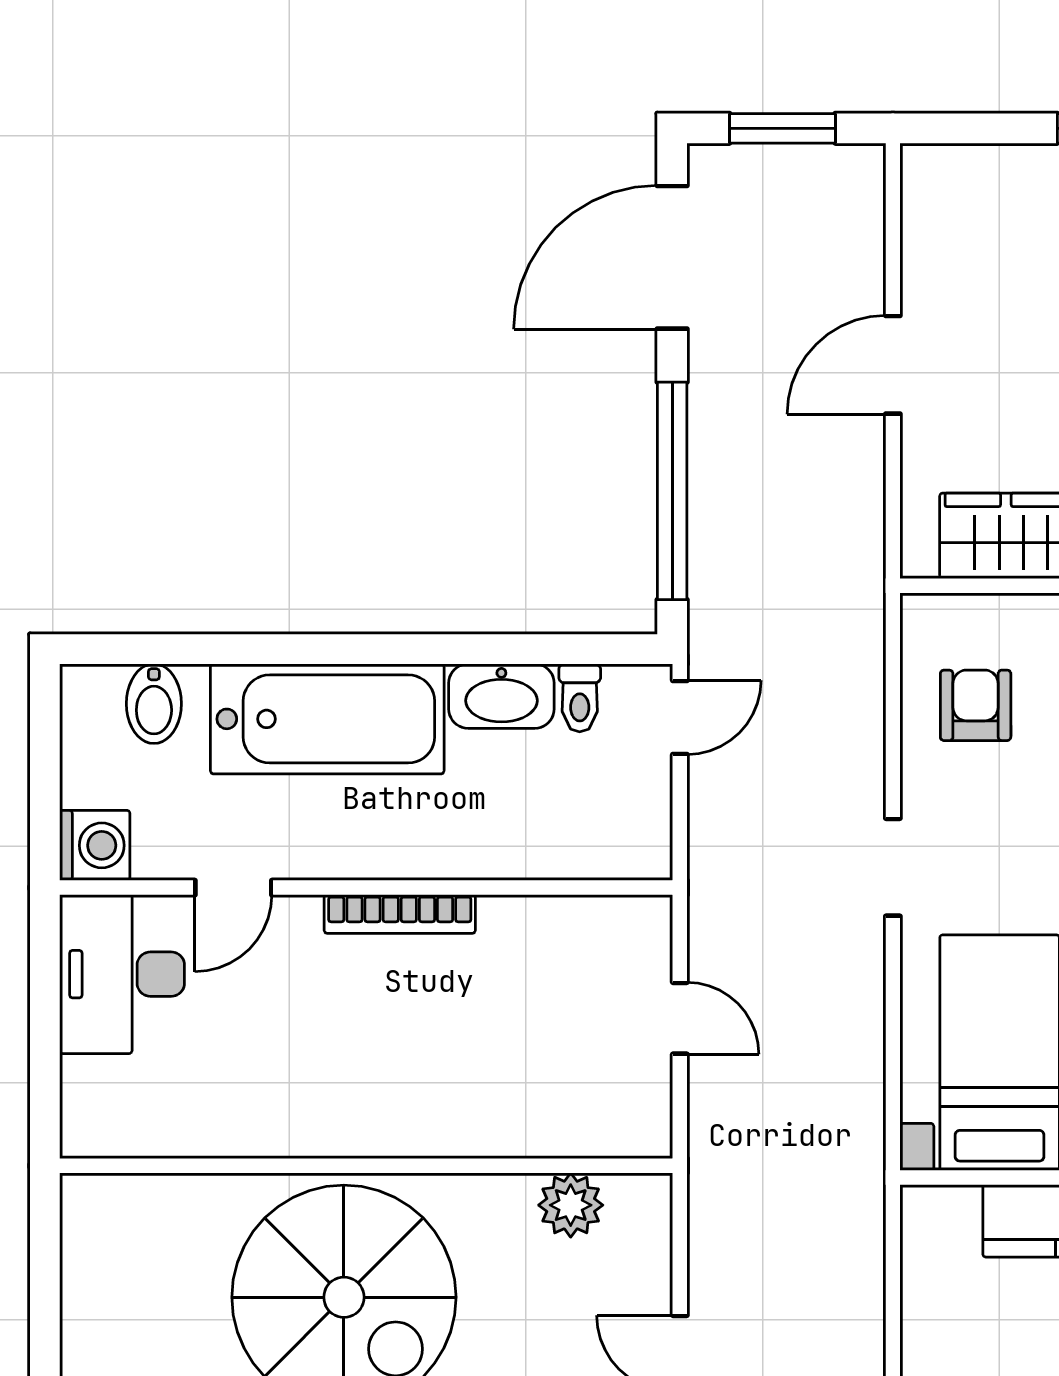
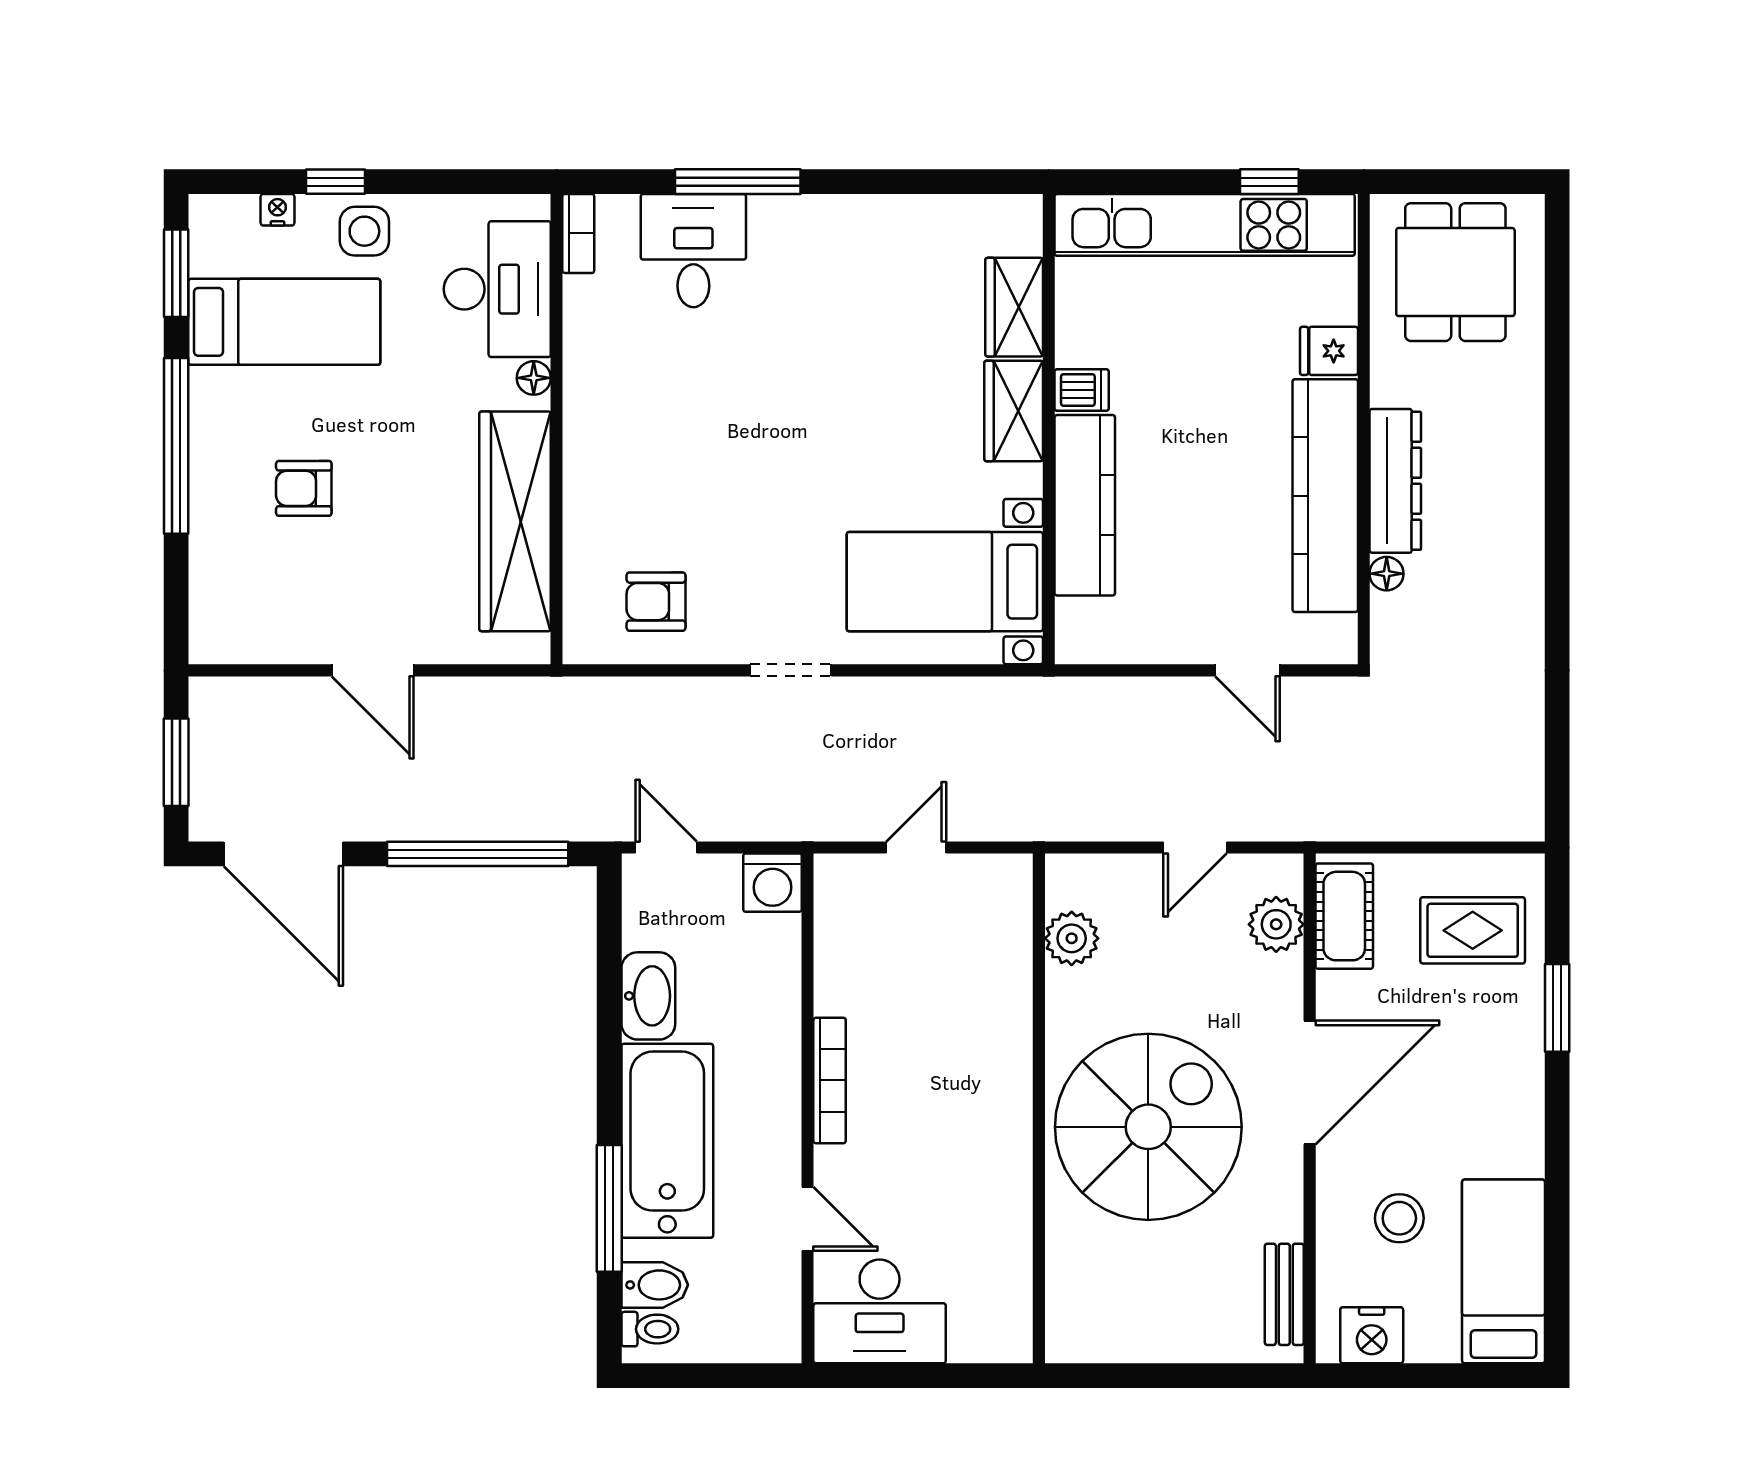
window: (246, 649) -> (609, 1208), added
toilet: (580, 698) -> (650, 1329), moved
washing machine: (95, 845) -> (772, 883), moved, turned 180

